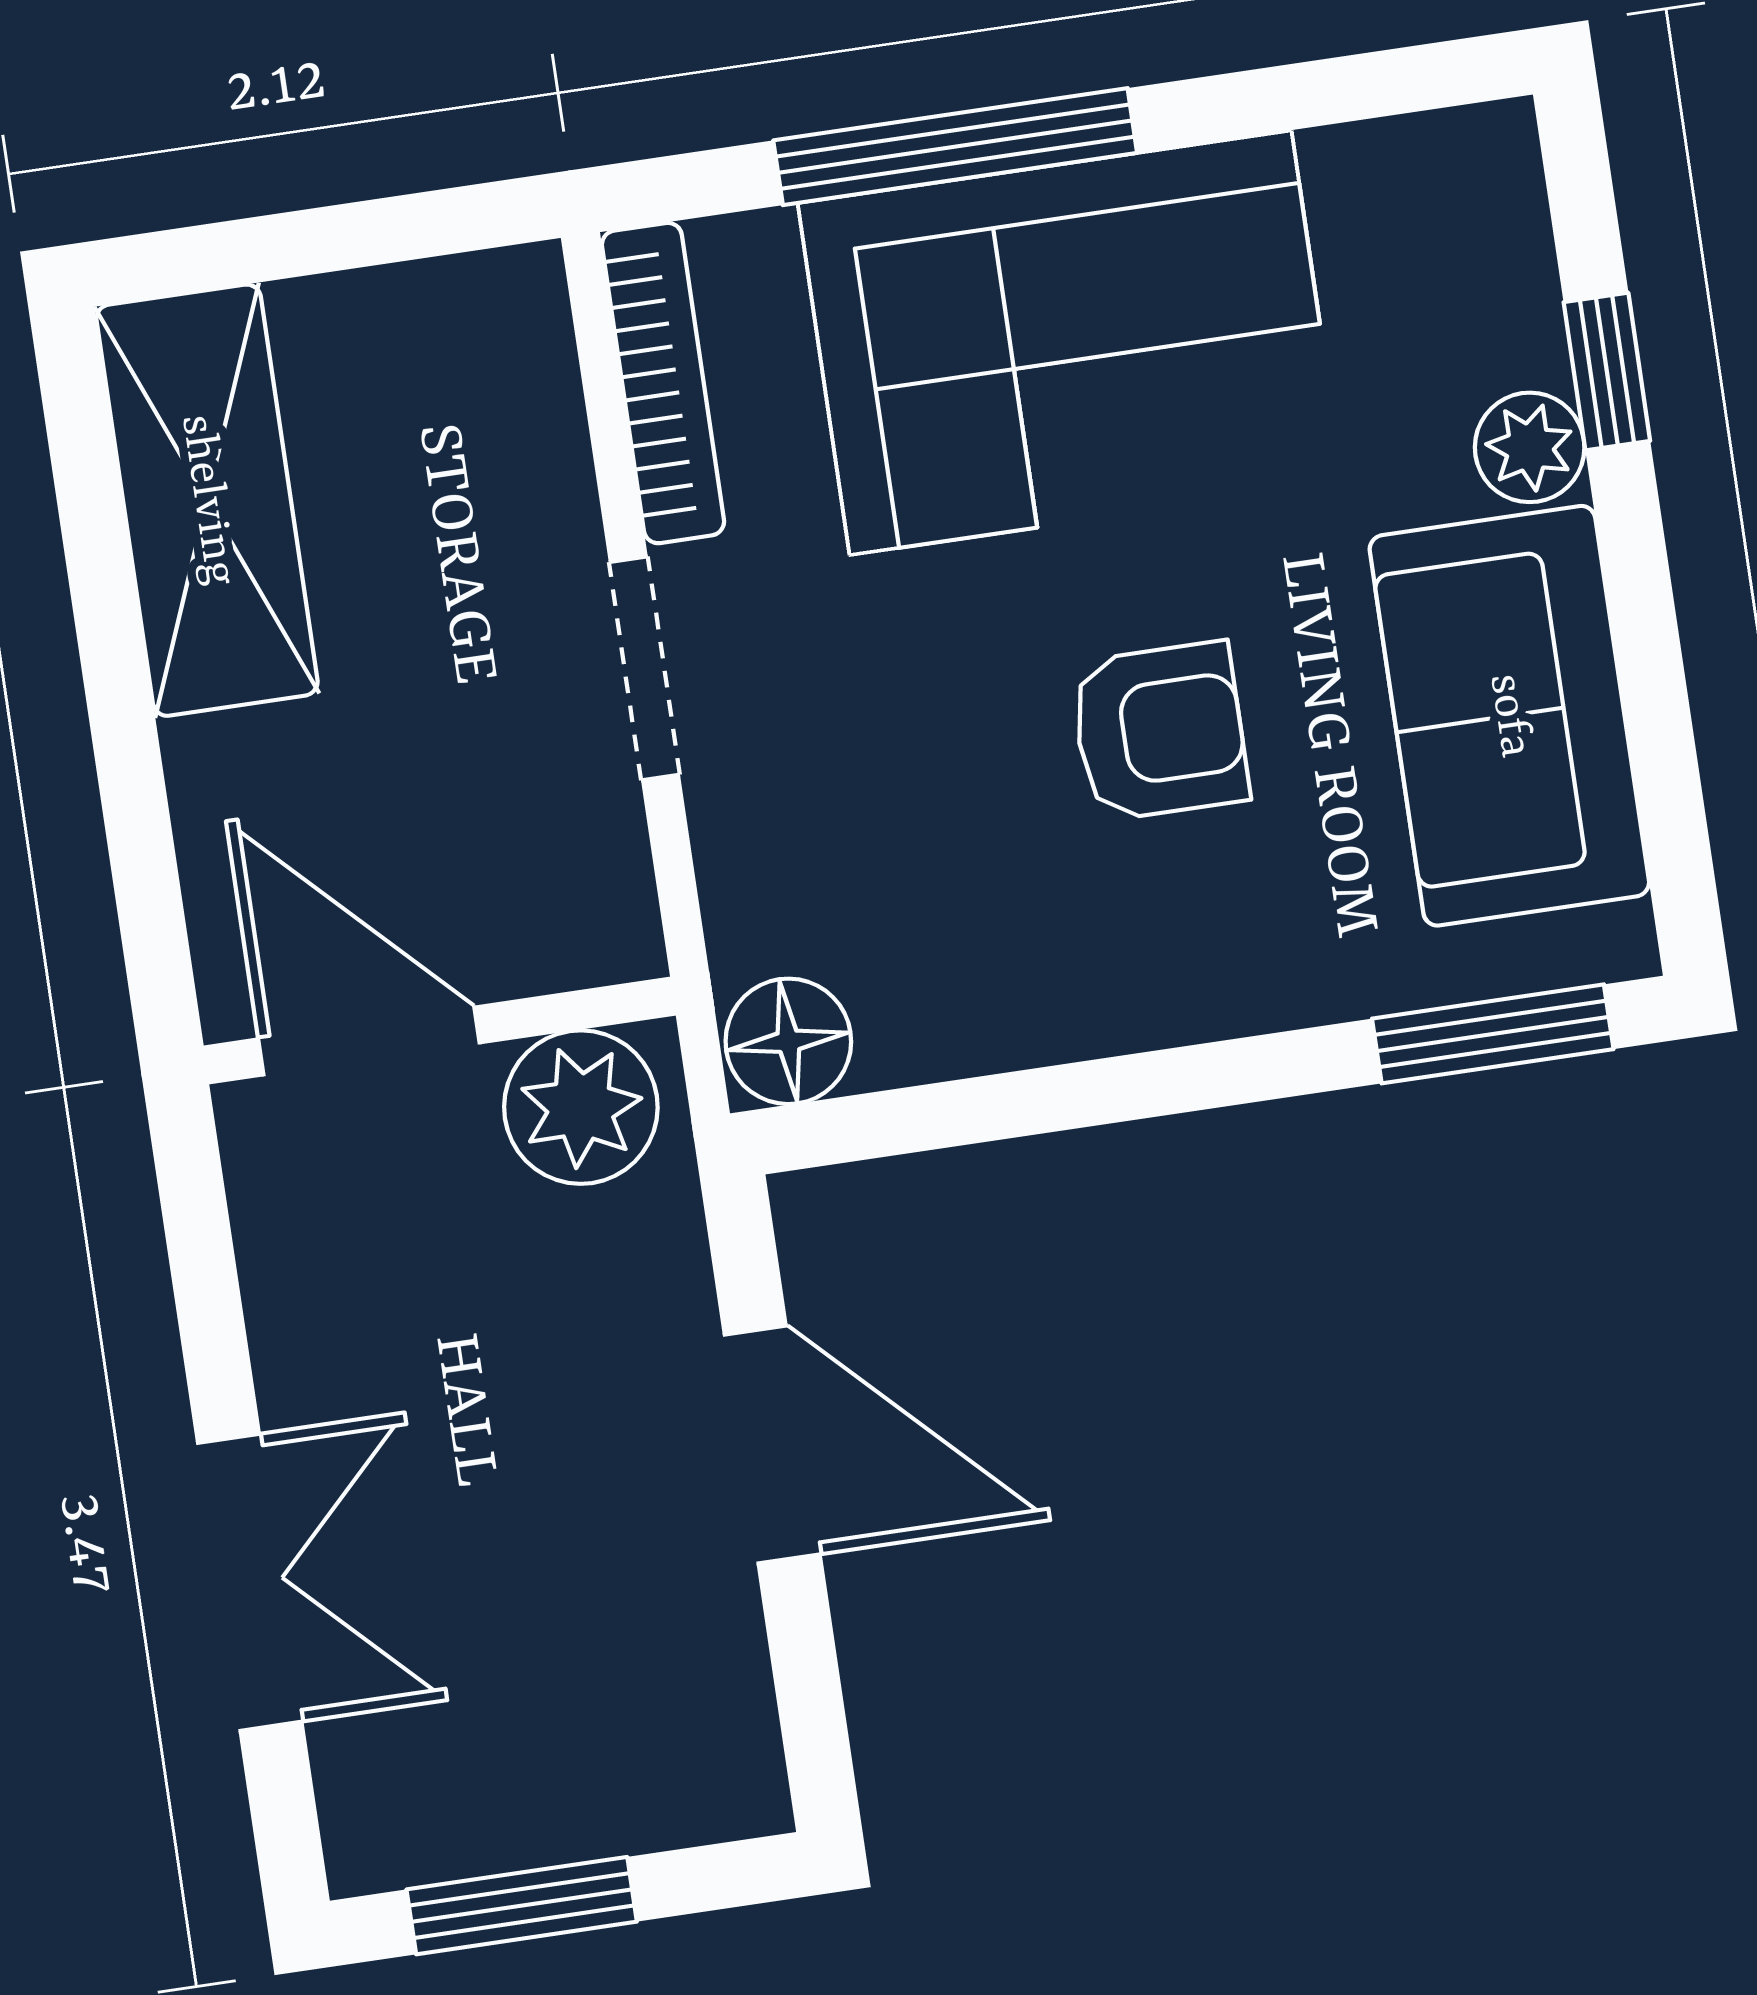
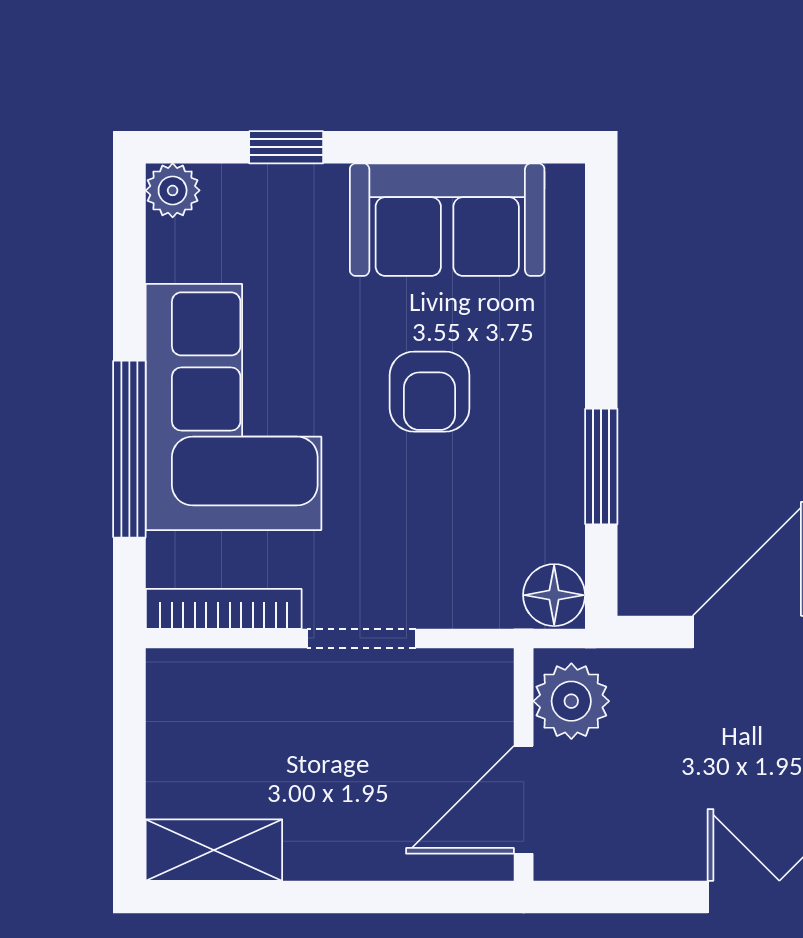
plant: (1530, 447) -> (173, 190), moved
shelving: (207, 500) -> (214, 850), width x0.67, depth x0.75
armchair: (1159, 731) -> (430, 392), turned 180
window: (1493, 1034) -> (601, 467), moved

